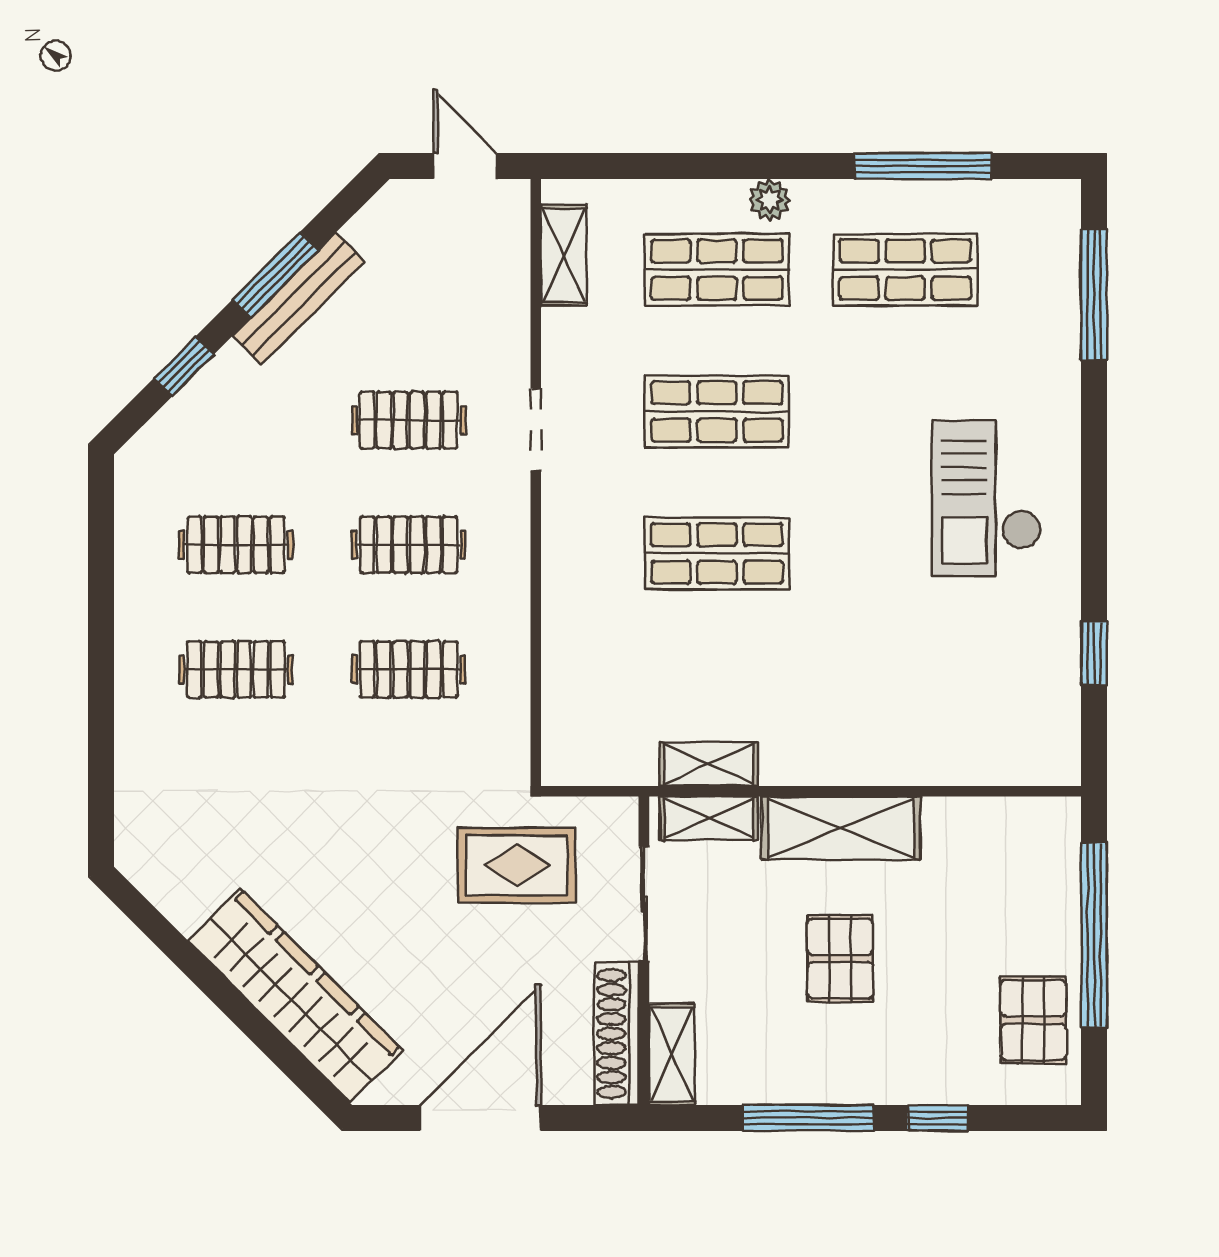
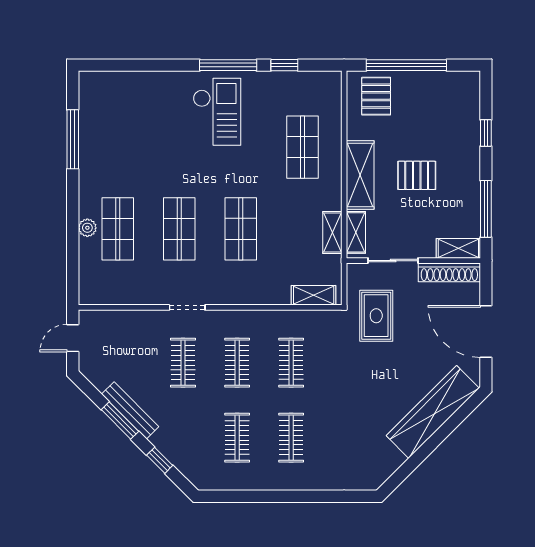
plant: (770, 200) -> (87, 228), moved
shelving: (564, 255) -> (314, 295), moved
shop shelf: (905, 270) -> (302, 147), moved
window: (1094, 294) -> (228, 65), moved
checkout: (987, 498) -> (217, 112), turned -90
pallet: (1033, 1020) -> (376, 96), moved, turned 90
window: (808, 1118) -> (486, 209), moved

